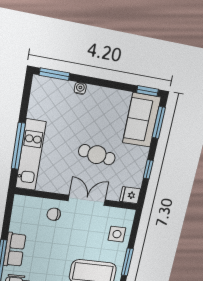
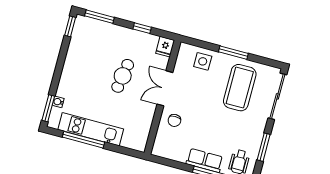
water cooler: (80, 88) -> (58, 102), moved
sofa: (142, 120) -> (95, 33), removed
window: (18, 146) -> (83, 140), moved
kitchen unit: (31, 155) -> (91, 129), moved

